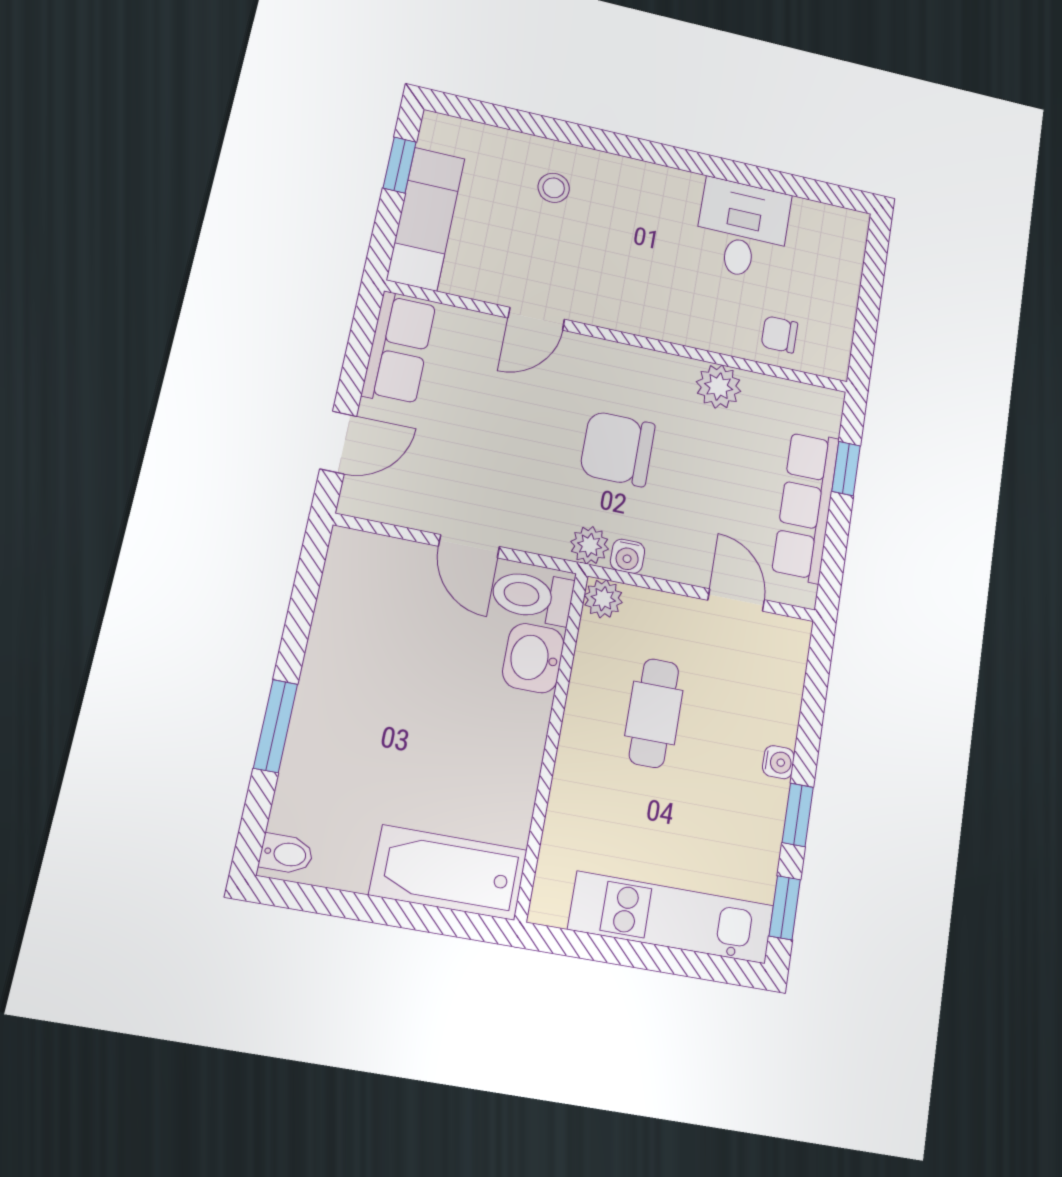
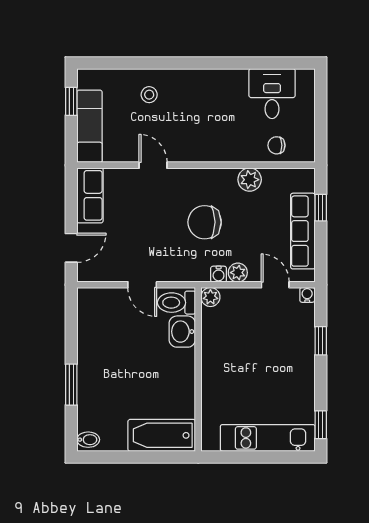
desk: (742, 229) -> (272, 94), moved
door: (536, 319) -> (153, 165), swing flipped
plant: (590, 545) -> (238, 273), moved
cafe table: (654, 713) -> (244, 346), removed
water cooler: (778, 762) -> (307, 295), moved, turned -90
window: (798, 815) -> (321, 341), moved

